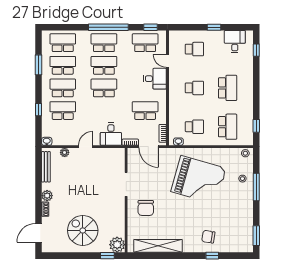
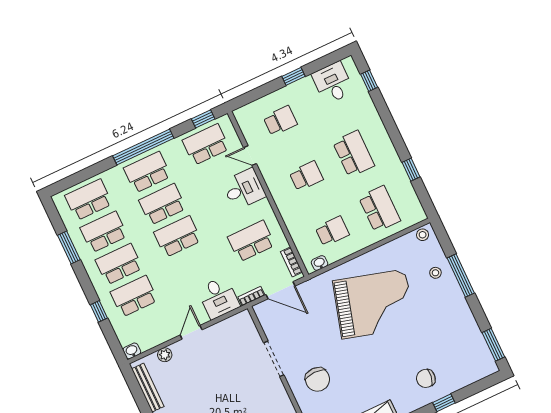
window: (256, 126) -> (411, 170), moved

